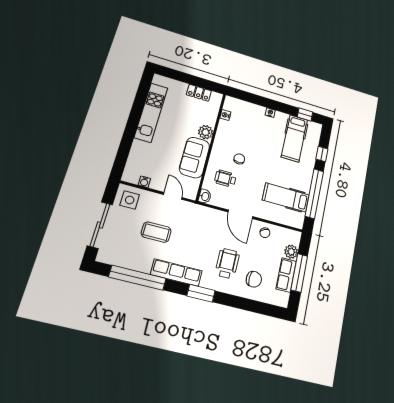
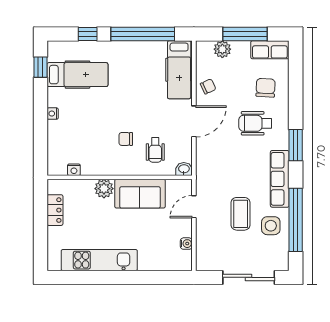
hospital bed: (286, 197) -> (179, 70), moved
side table: (130, 200) -> (271, 226), moved
row of seats: (286, 275) -> (270, 50), moved

